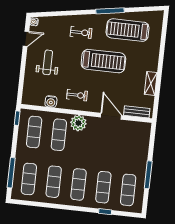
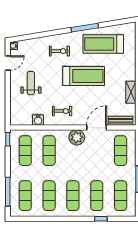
door: (111, 116) -> (97, 128), hinge flipped
plant: (78, 123) -> (77, 137), moved
exercise mat: (133, 143) -> (121, 151), added

